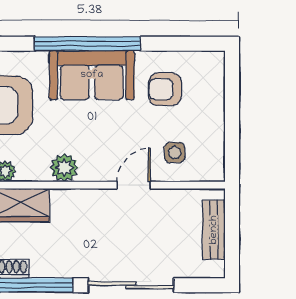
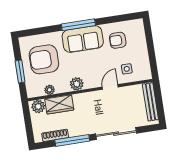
window: (88, 44) -> (78, 25), width x0.68
bench: (214, 230) -> (150, 102), width x1.36

